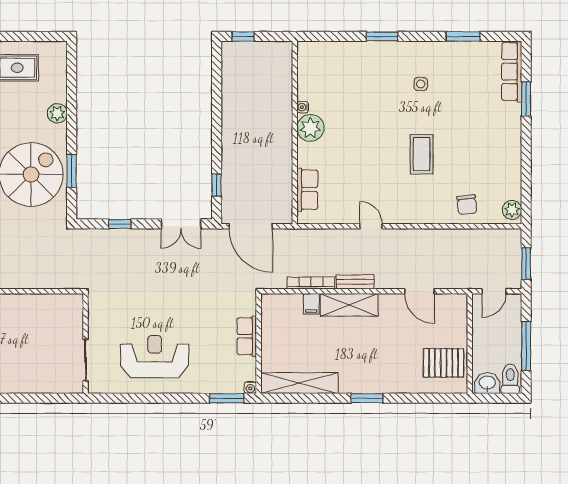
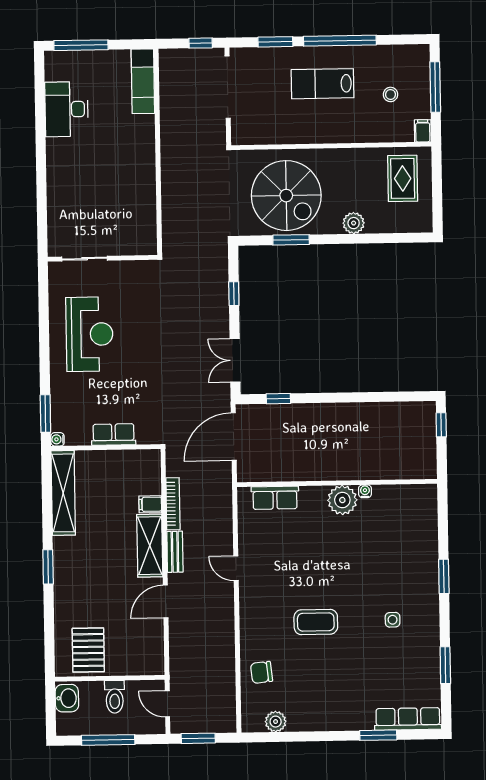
plant: (512, 210) -> (276, 722), moved
door: (371, 226) -> (236, 568), swing flipped
door: (419, 291) -> (166, 601), moved
toilet: (510, 379) -> (115, 697), moved, turned 90

